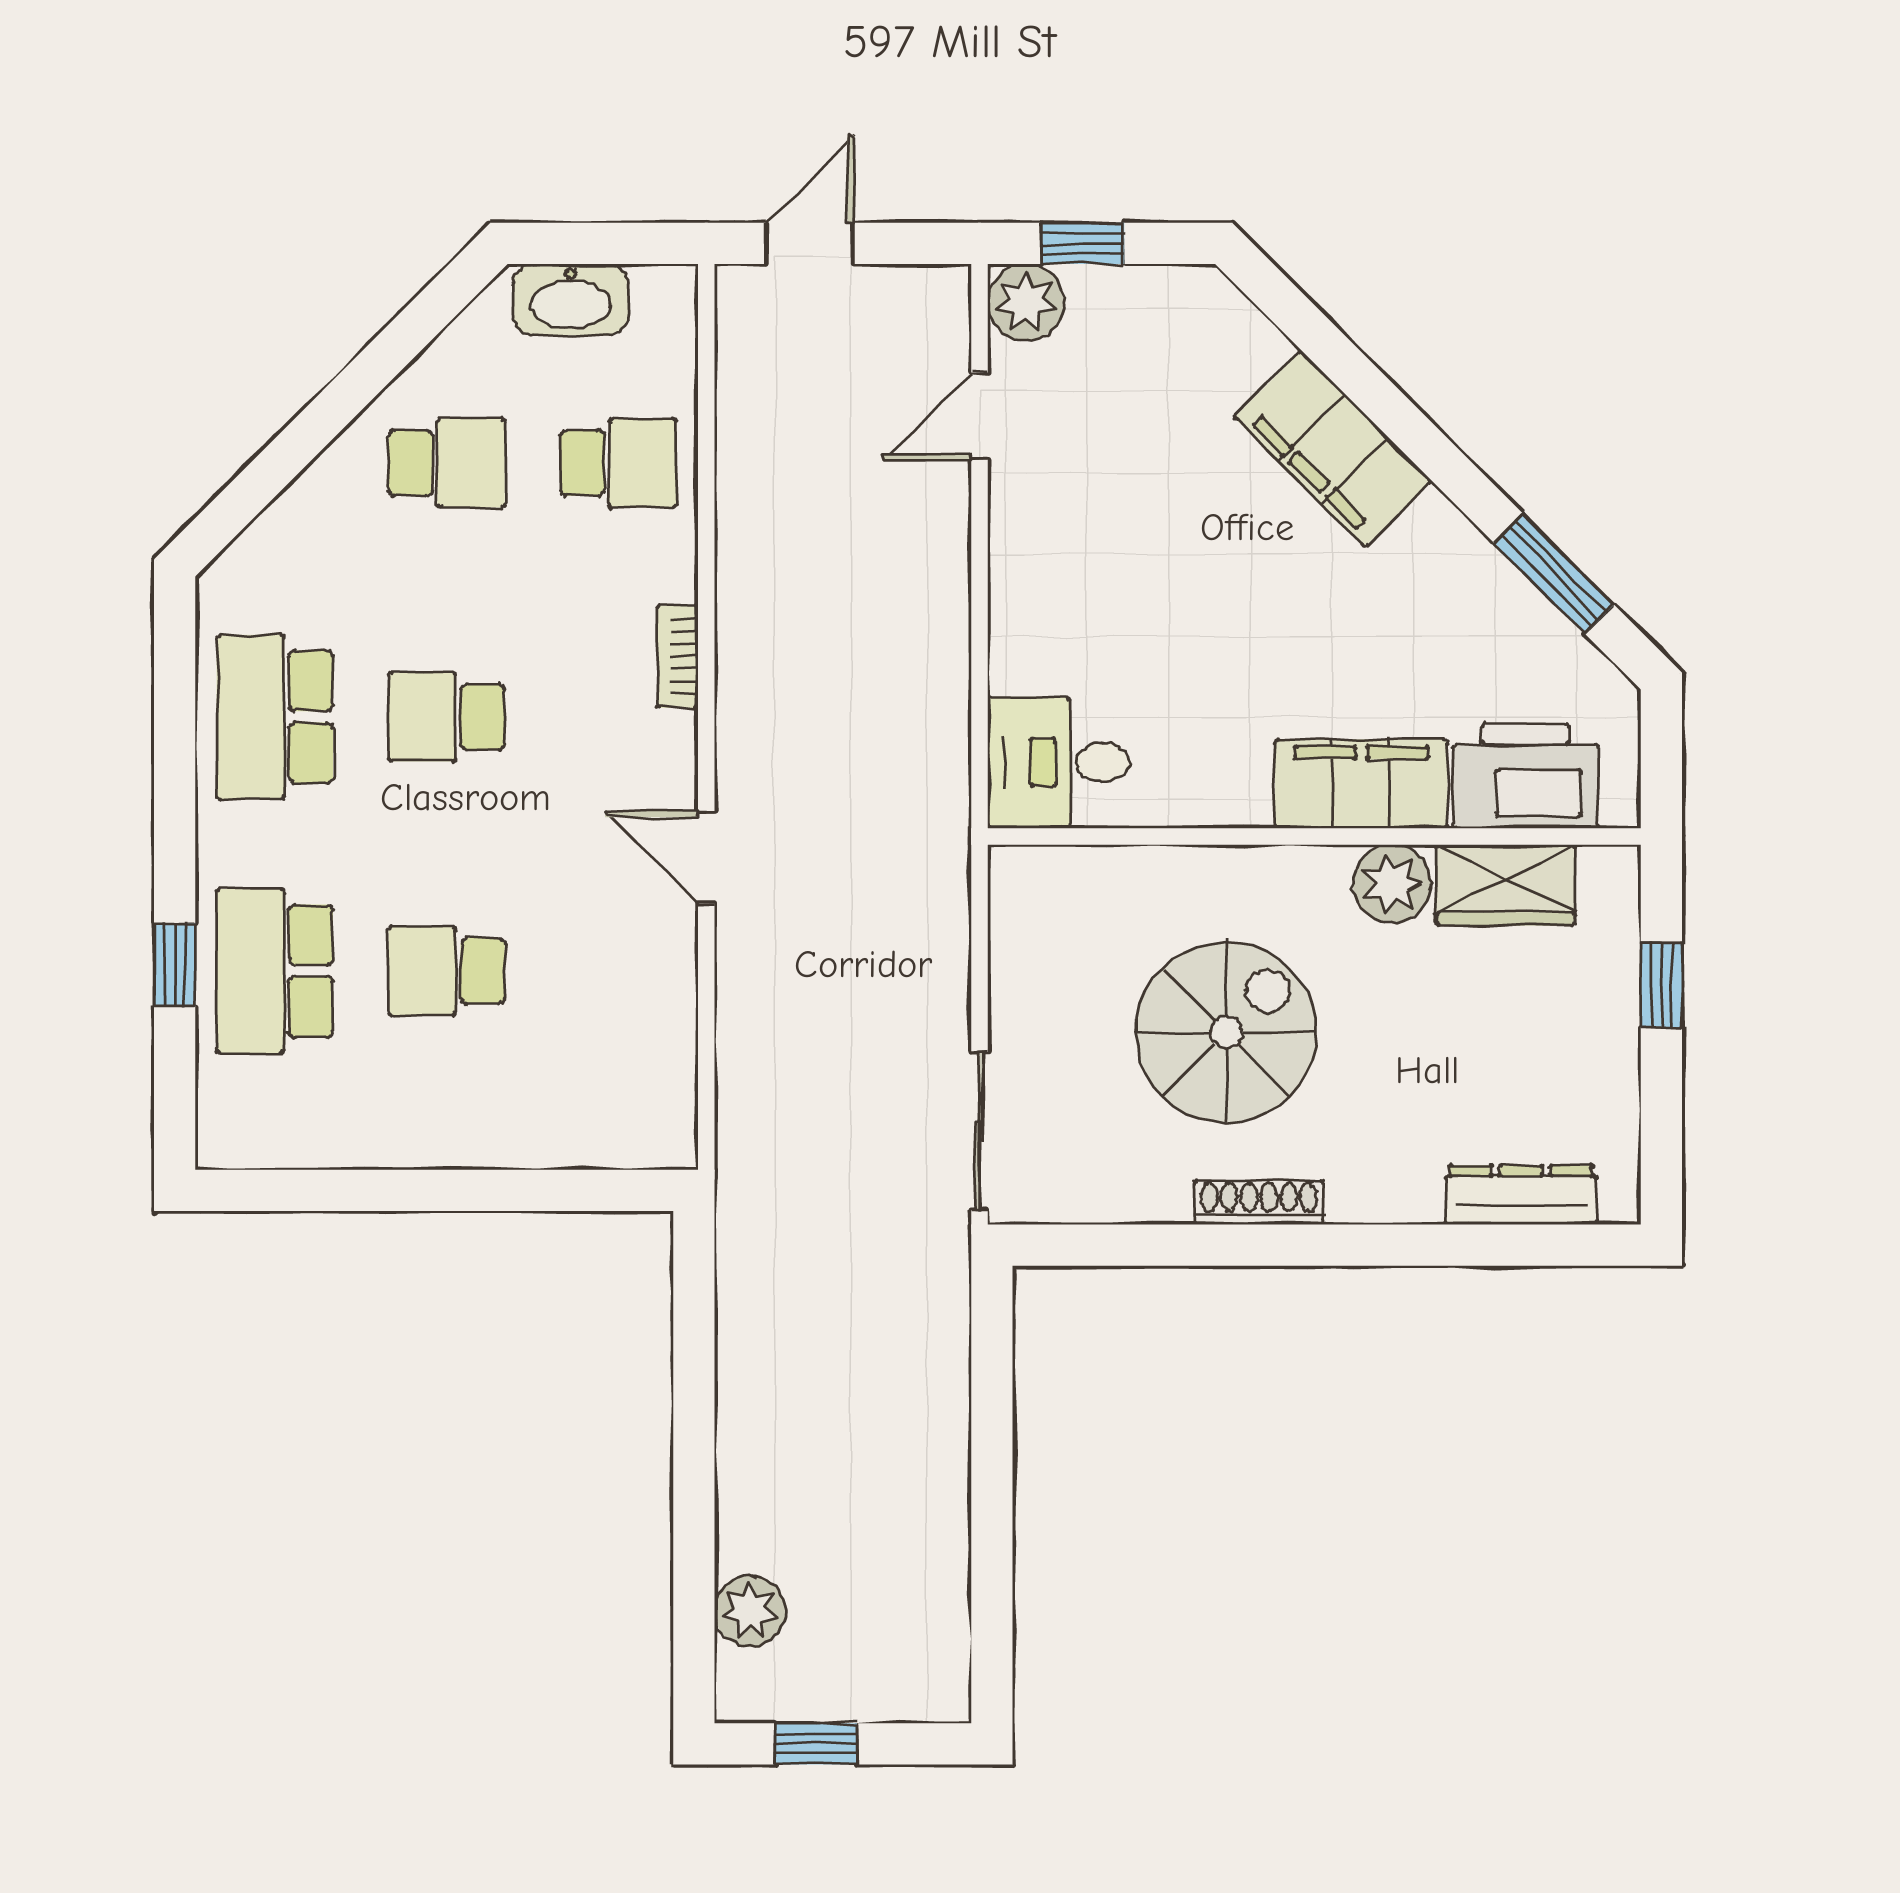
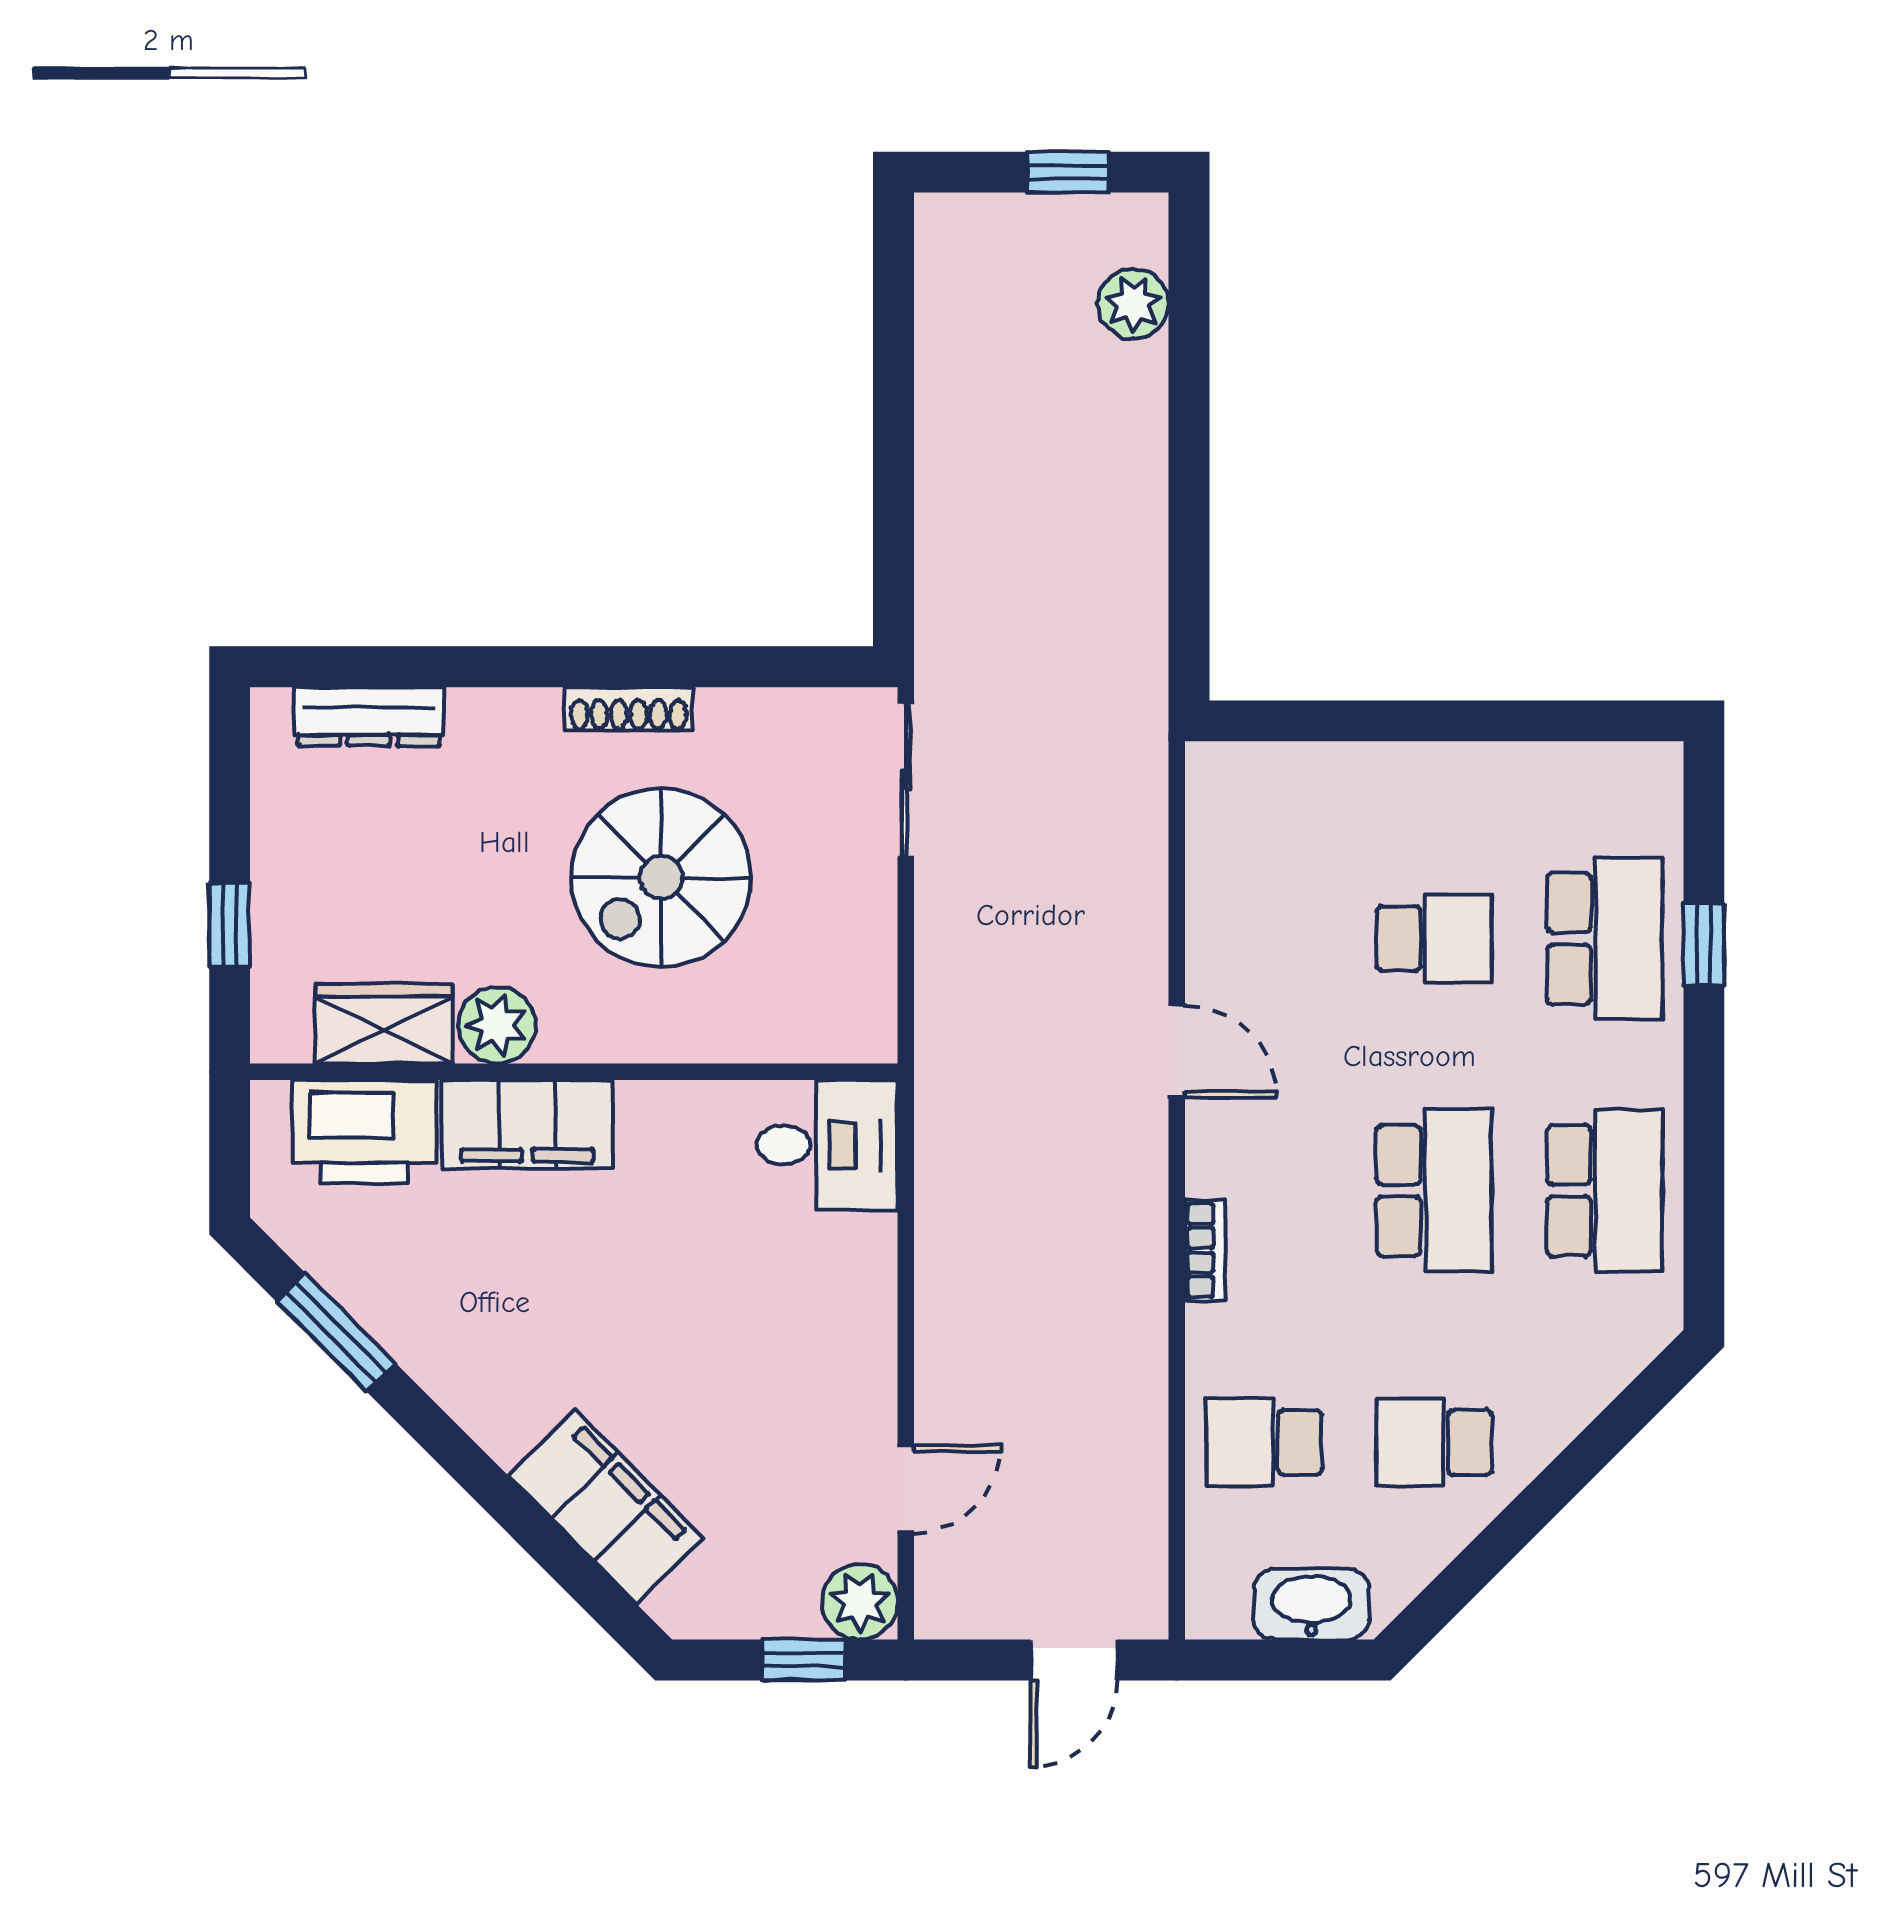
filing cabinet: (1333, 449) -> (606, 1507), moved
school desk: (447, 717) -> (1434, 1190), width x1.85

